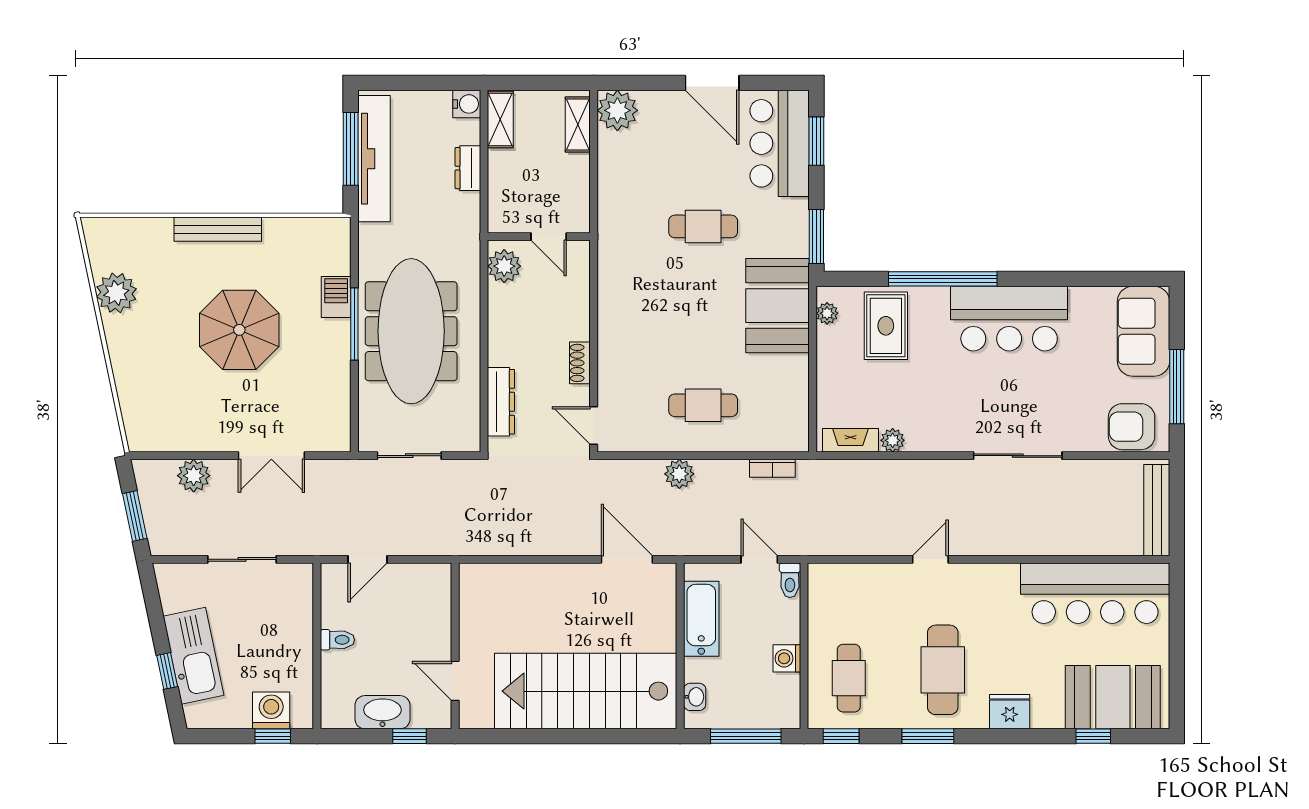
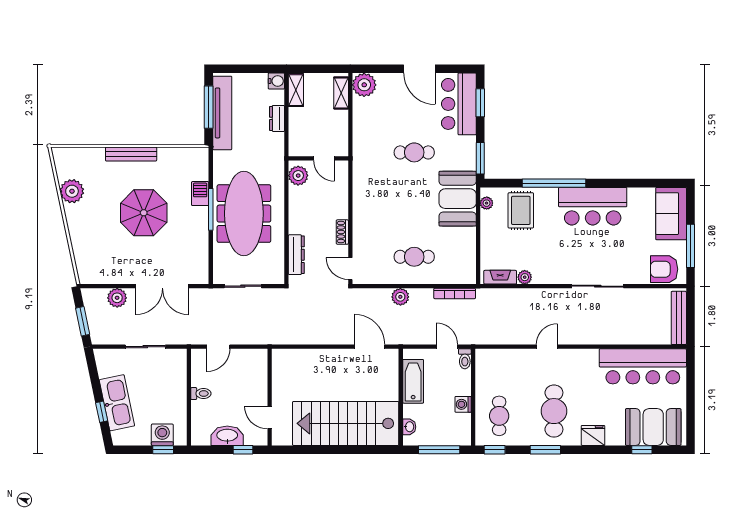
double door: (271, 456) -> (162, 286), width x1.37
bookcase: (772, 468) -> (455, 293), width x1.56

